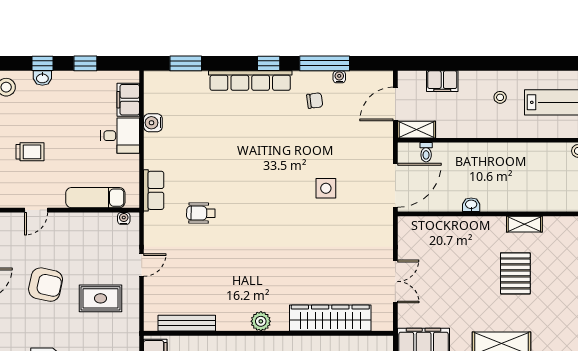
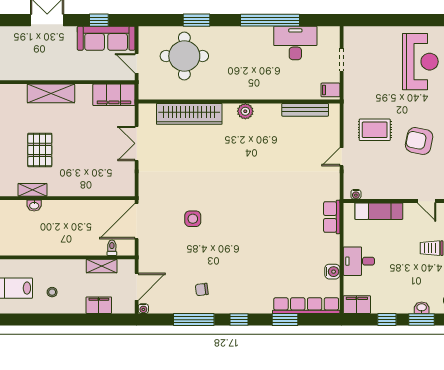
window: (42, 63) -> (422, 320), width x1.50
window: (186, 63) -> (285, 320), moved
water cooler: (339, 77) -> (143, 309), moved
row of seats: (250, 81) -> (306, 306), moved
filing cabinet: (128, 100) -> (357, 305), moved, turned -90
shelving: (416, 130) -> (102, 266), moved
washbasin: (471, 205) -> (34, 205), moved
door: (36, 210) -> (427, 201), swing flipped
wheelchair: (201, 213) -> (294, 199), removed

